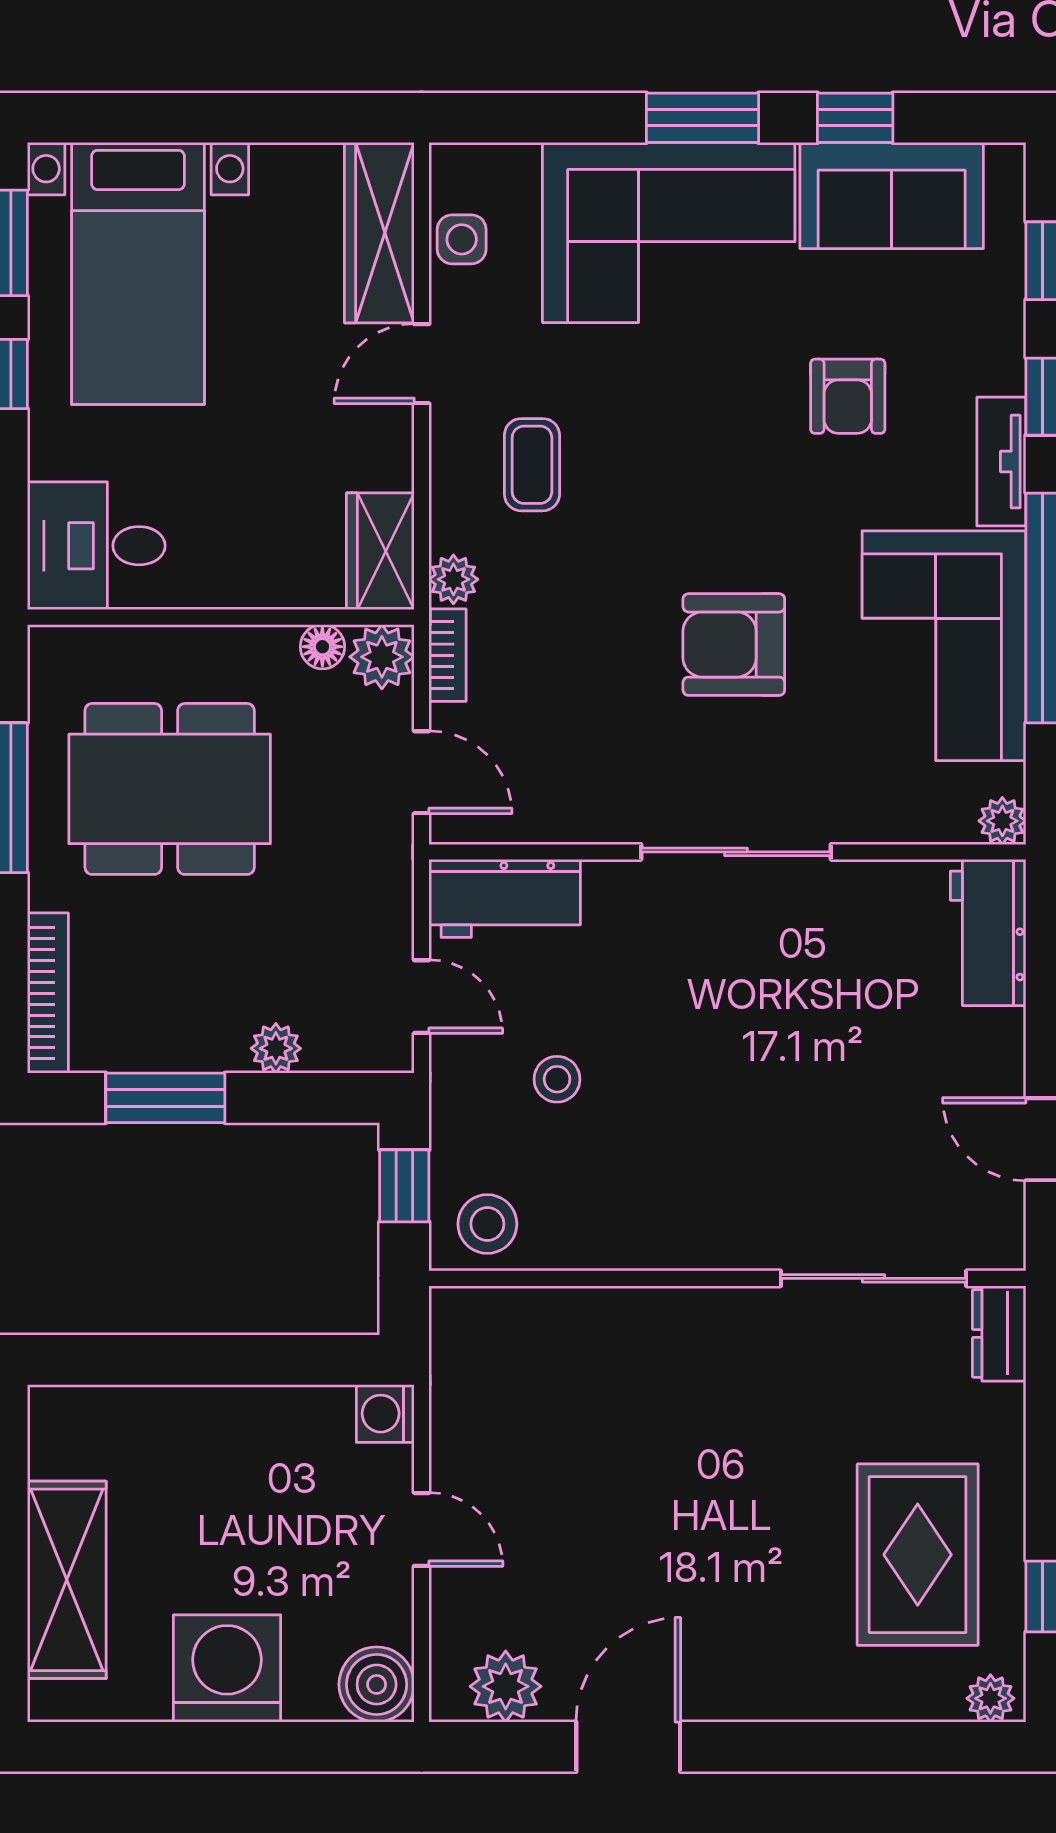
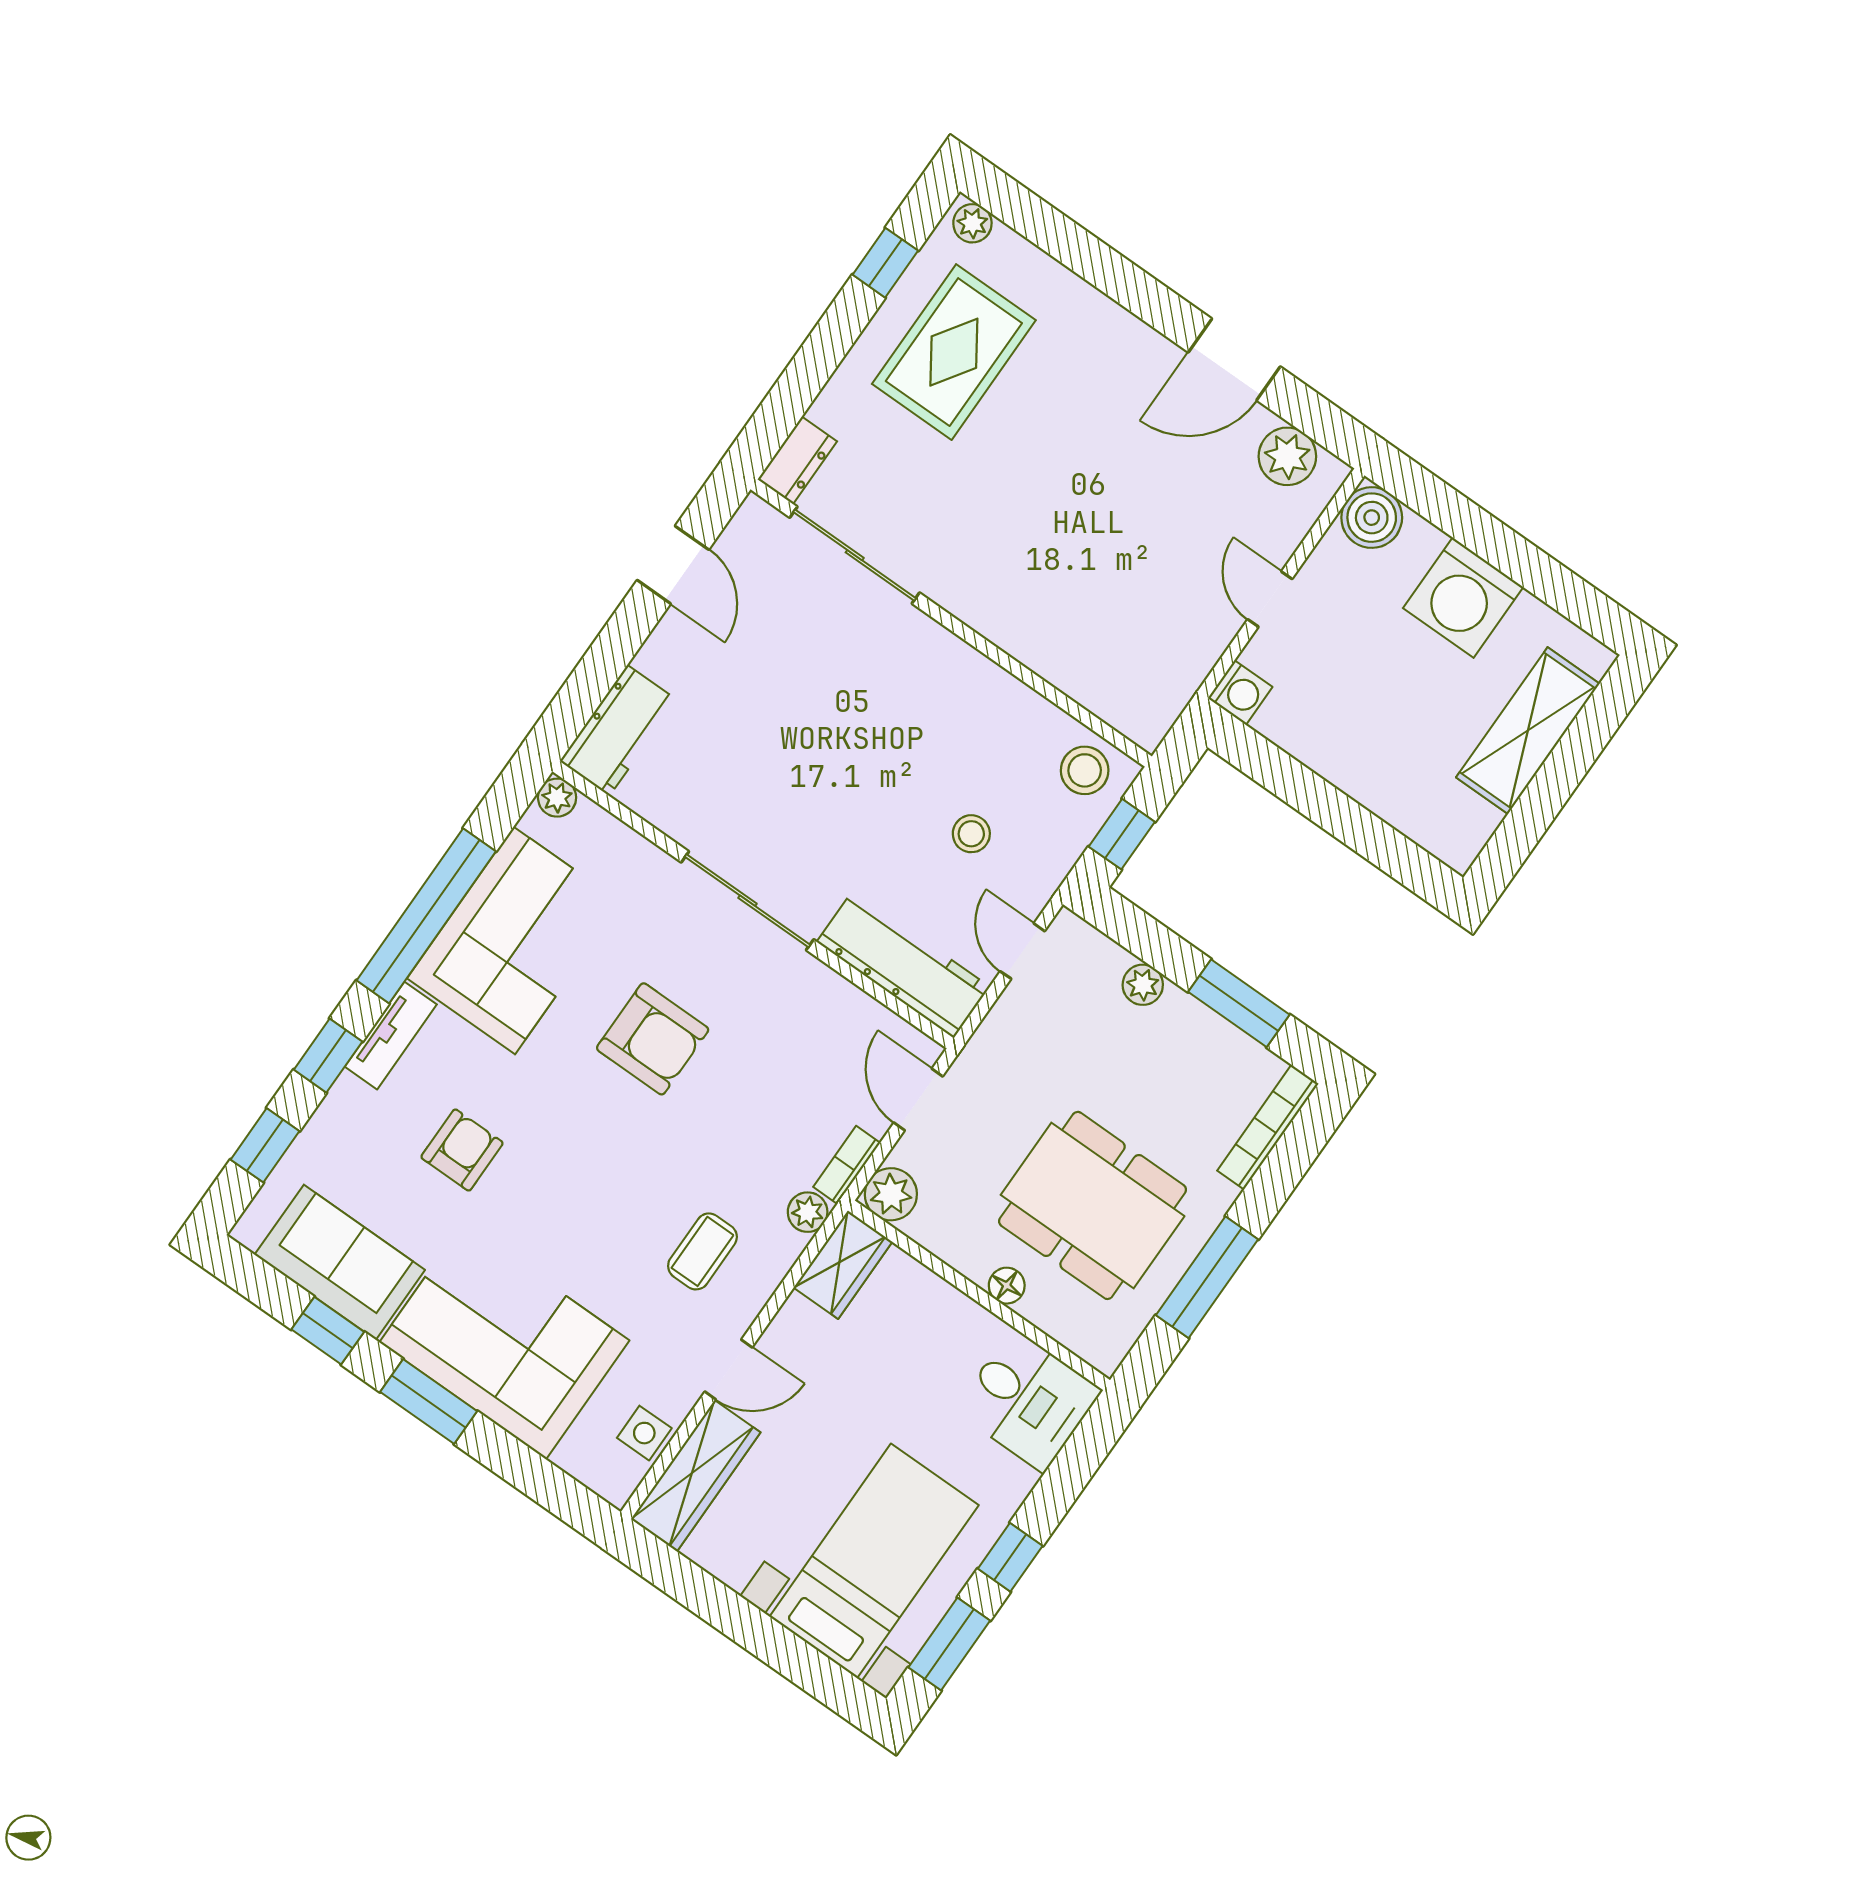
floor lamp: (322, 647) -> (1007, 1286), moved
workbench: (505, 898) -> (903, 964), width x1.38

